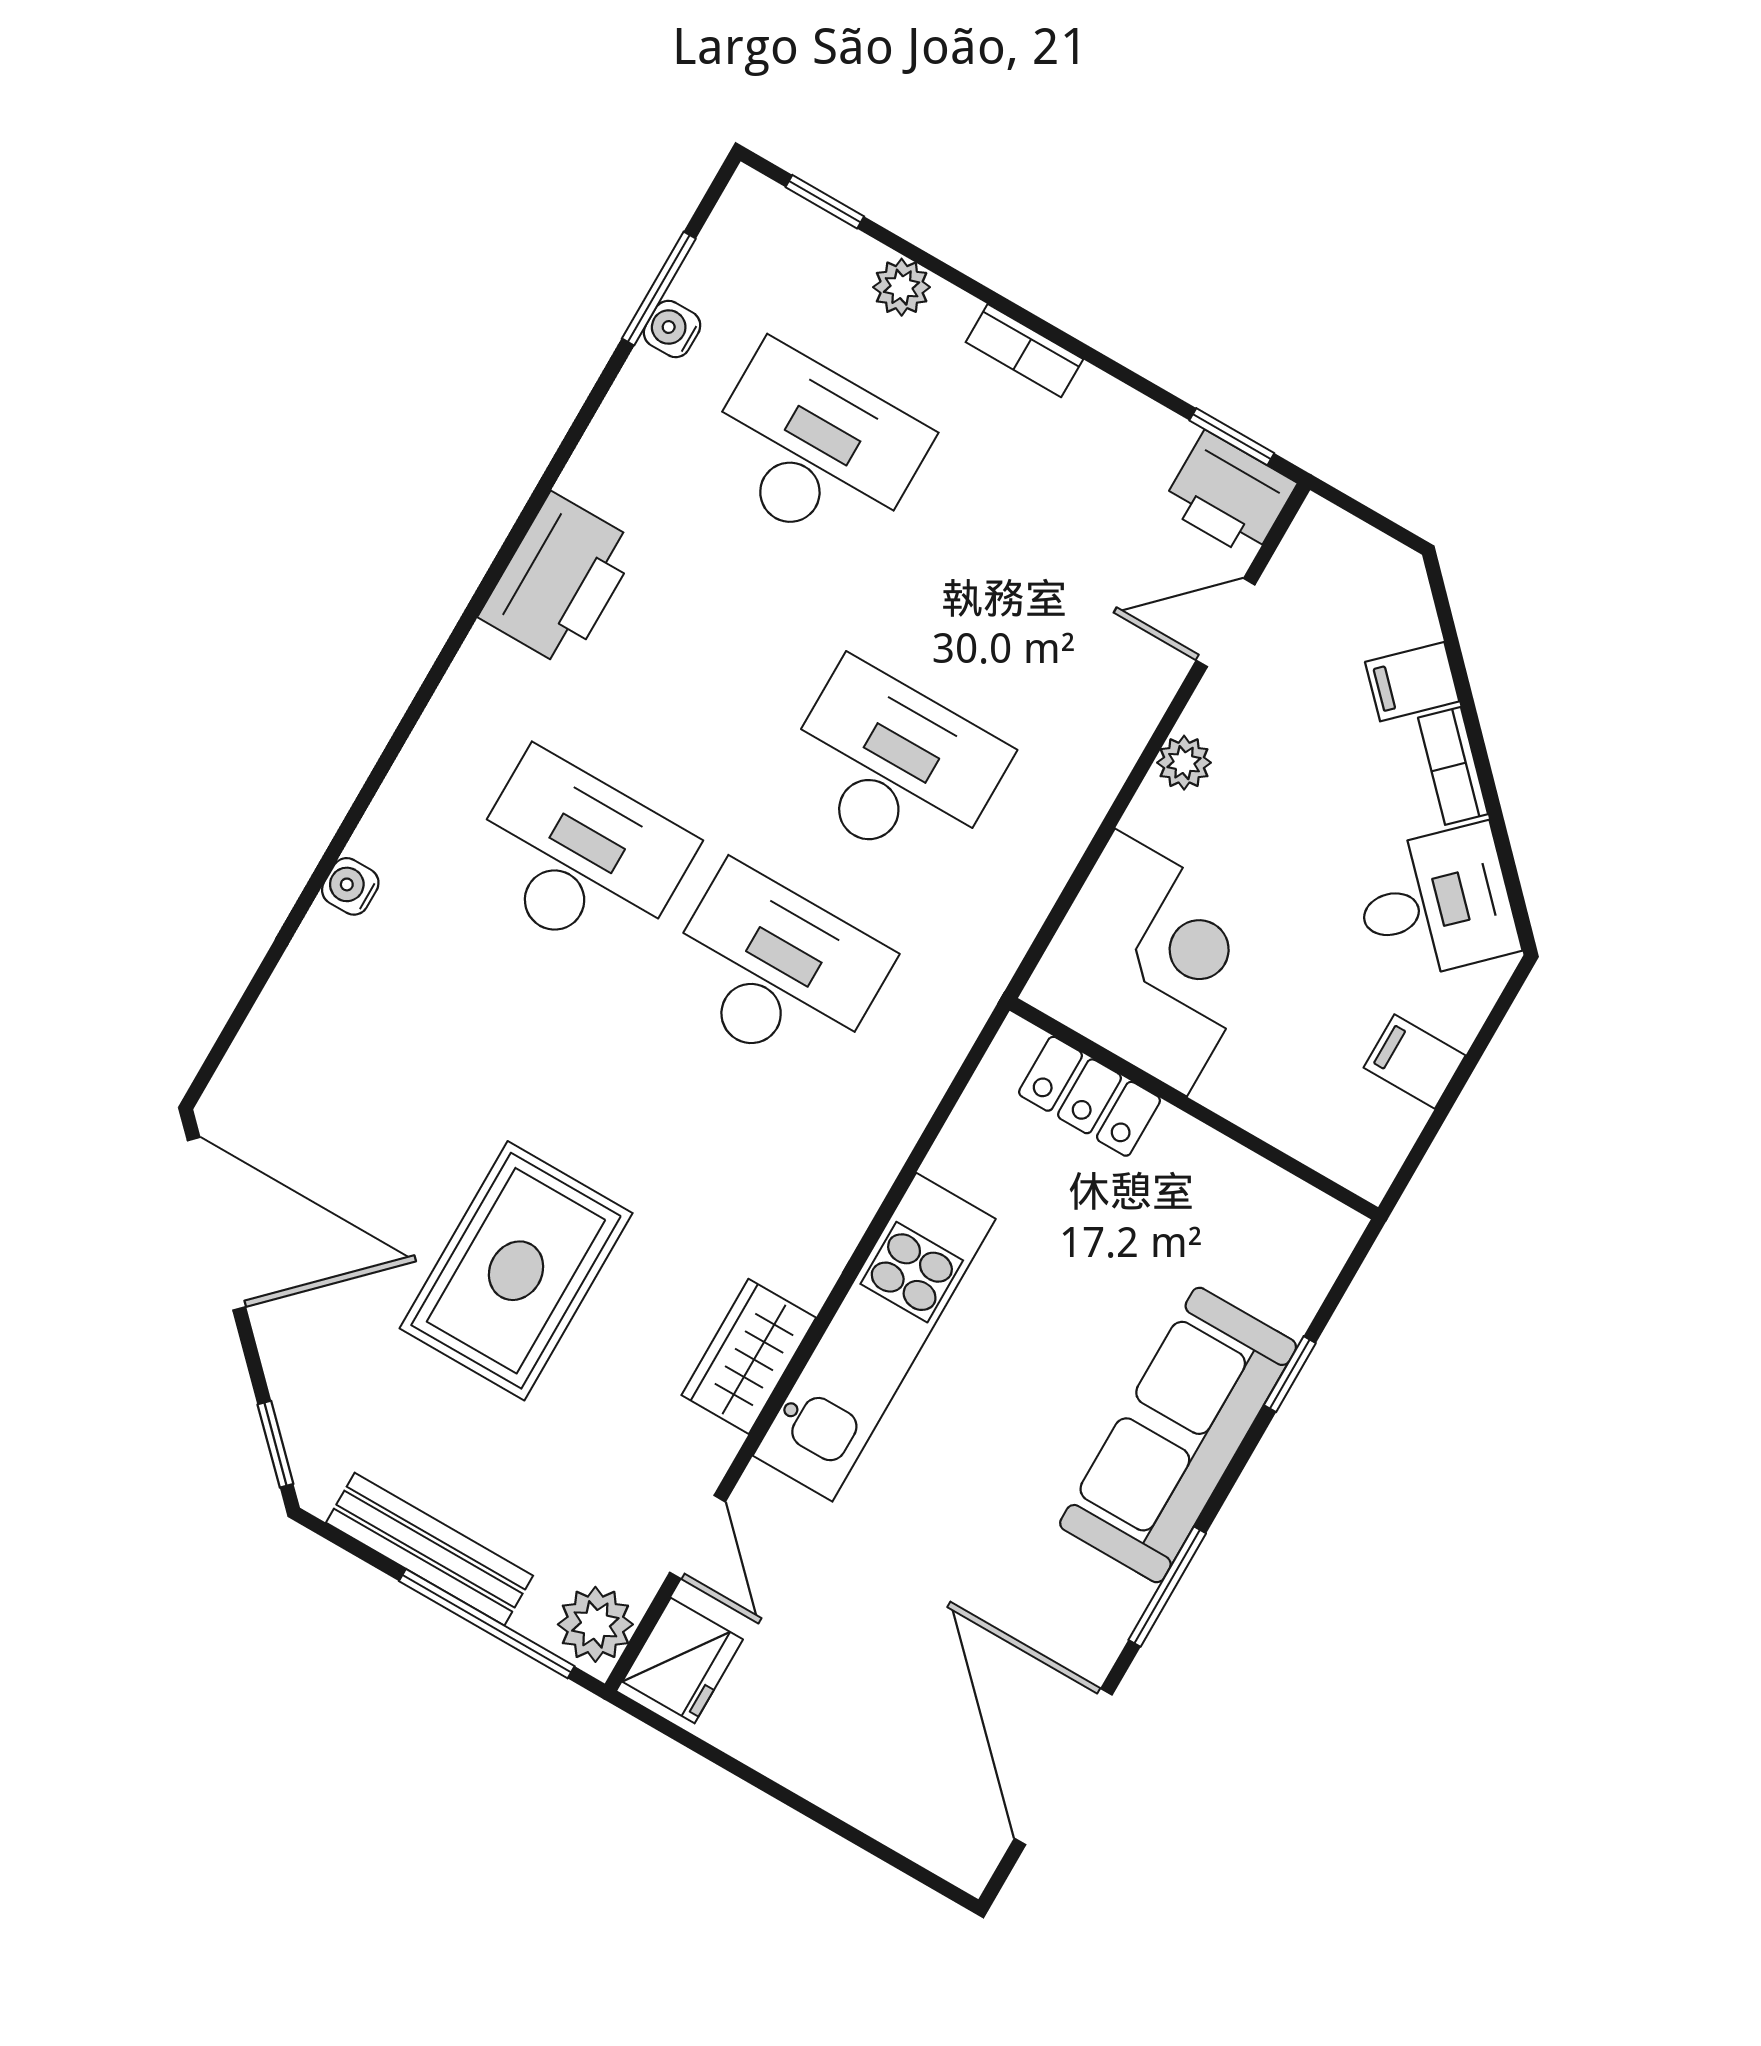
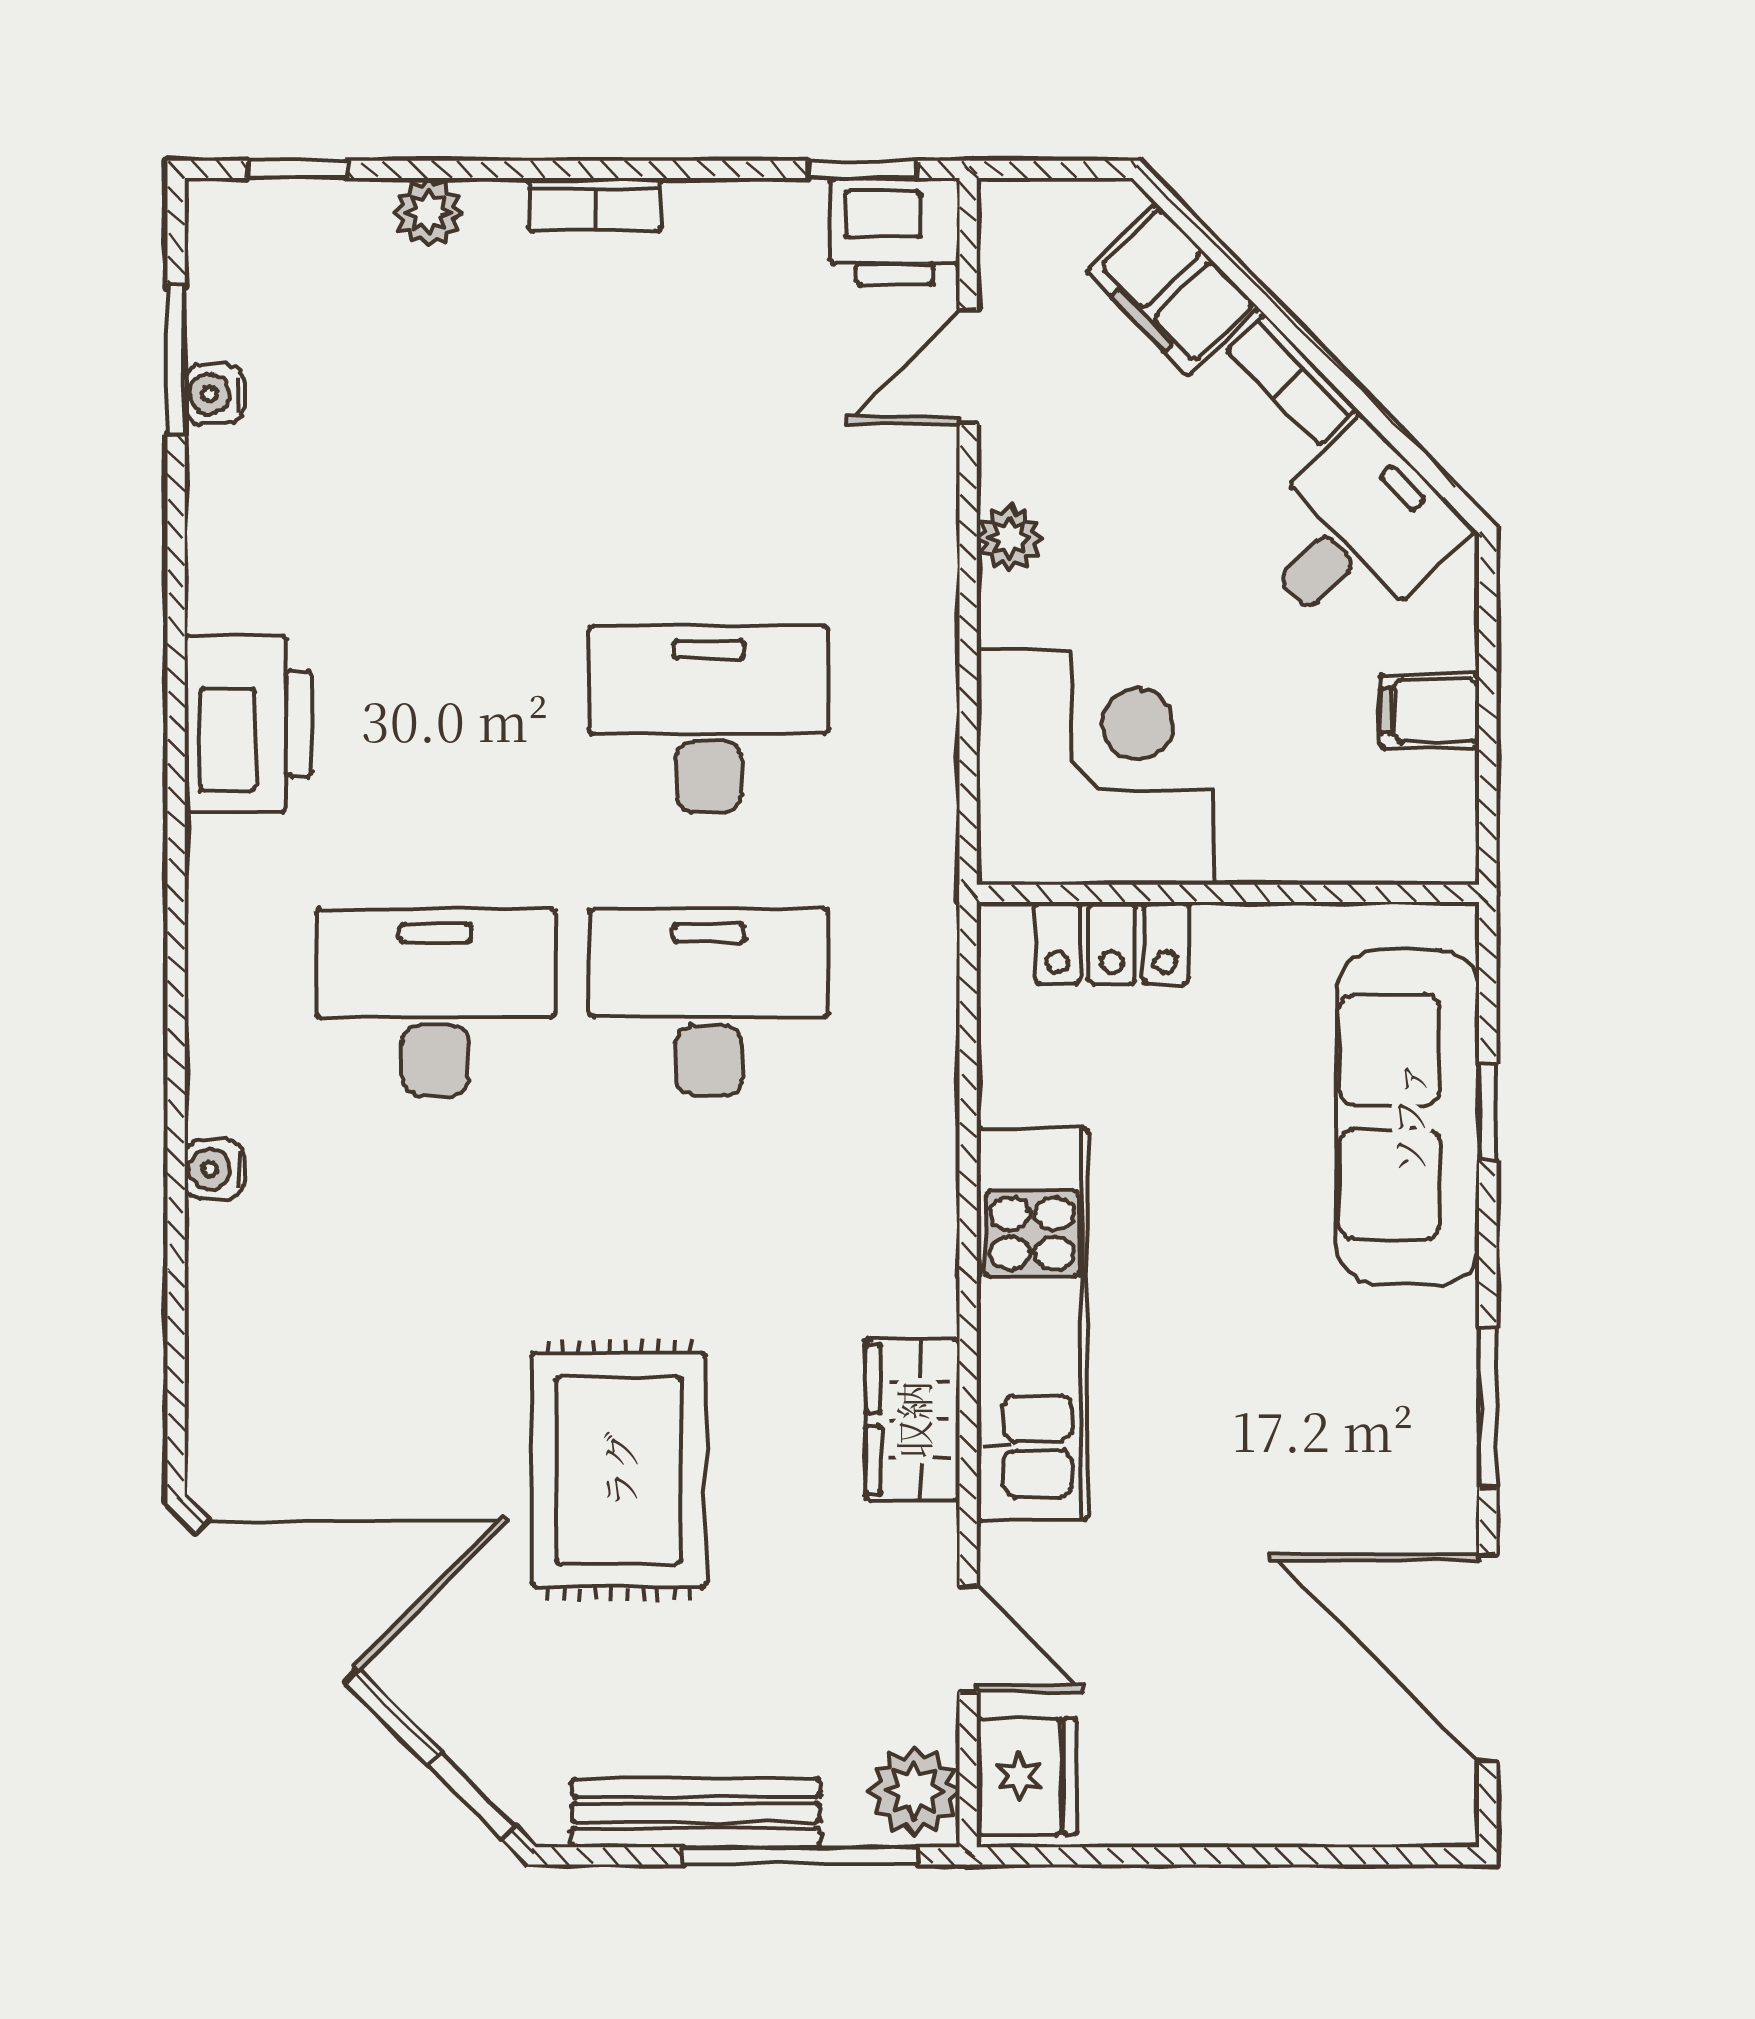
desk: (814, 450) -> (435, 435), removed
filing cabinet: (1412, 682) -> (1173, 290), width x2.00
sofa: (1178, 1435) -> (1408, 1117), moved

